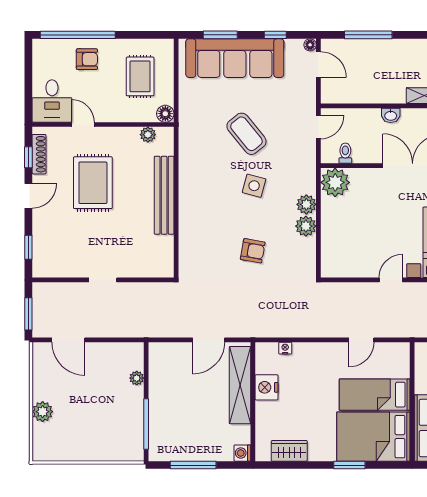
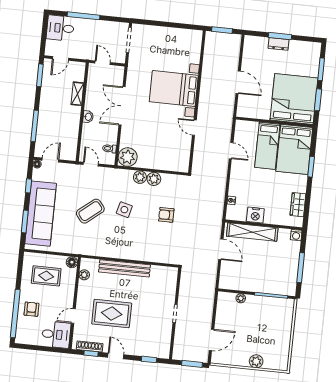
armchair: (253, 251) -> (166, 215), turned -100

